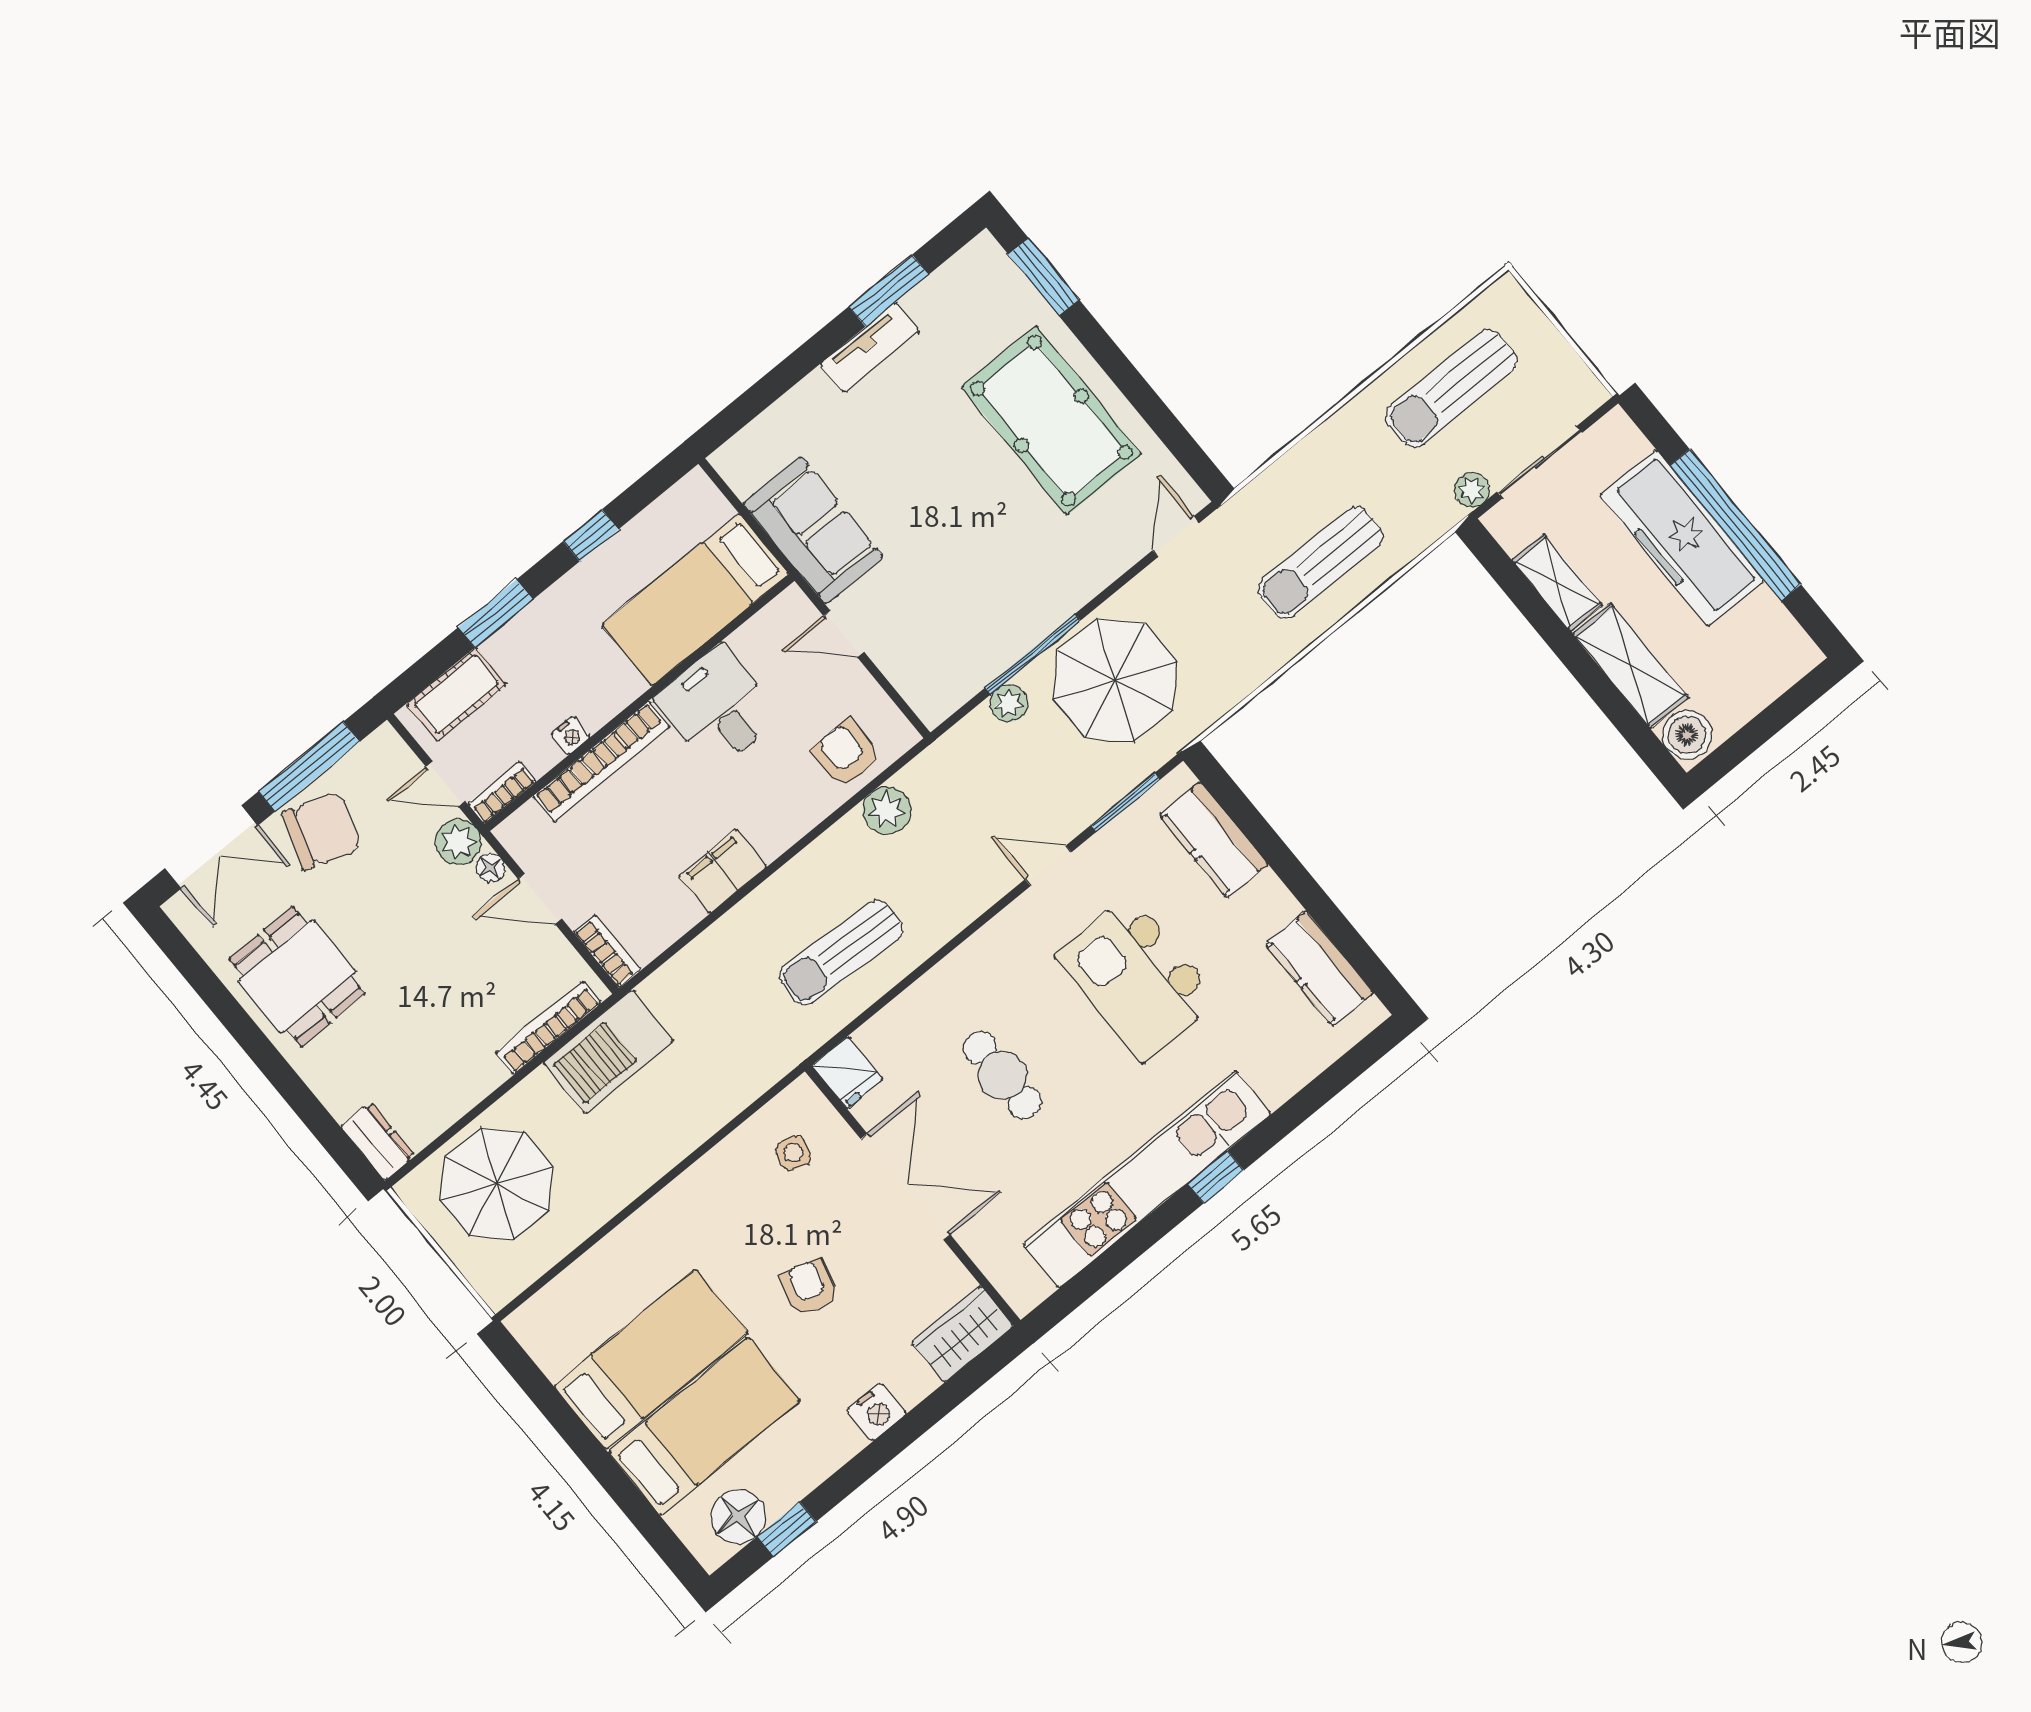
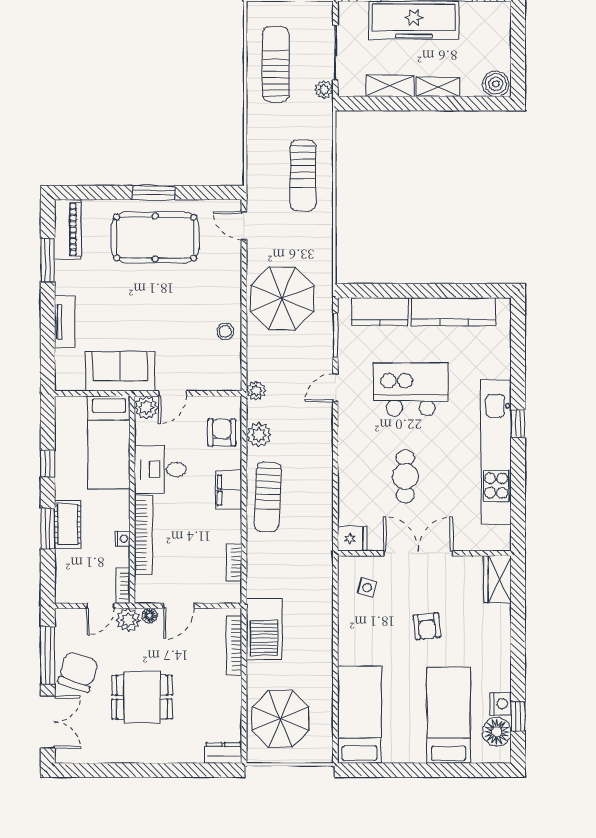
window: (1044, 277) -> (154, 193), moved
piano: (958, 283) -> (68, 229), added
tv unit: (870, 347) -> (64, 322), moved
sun lounger: (1451, 388) -> (276, 64), turned 180
plant: (791, 612) -> (146, 408), added
stool: (998, 637) -> (225, 331), added
window: (1033, 654) -> (244, 323), removed
shelving: (1630, 666) -> (438, 87), width x0.67, depth x0.75
cot: (457, 694) -> (68, 524), moved
plant: (1009, 703) -> (256, 391), moved
armchair: (846, 753) -> (222, 432), turned 90
filing cabinet: (723, 871) -> (229, 490), moved
bookcase: (607, 951) -> (234, 562), moved, turned -90
sun lounger: (841, 953) -> (268, 497), moved
kitchen counter: (1319, 968) -> (454, 312), width x1.50
dining table: (297, 976) -> (142, 697), moved
kitchen island: (1137, 978) -> (411, 389), turned 180
cafe table: (1002, 1075) -> (405, 476), turned 90
armchair: (809, 1287) -> (427, 626), turned -112
bed: (651, 1359) -> (359, 715), moved
nightstand: (877, 1412) -> (500, 704), moved

